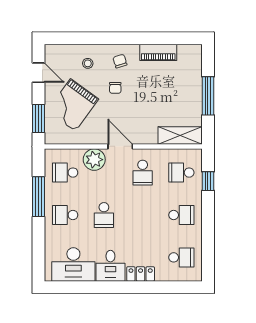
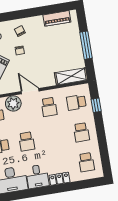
piano: (158, 52) -> (57, 18), moved
school desk: (181, 215) -> (81, 132), turned 90
school desk: (181, 257) -> (86, 162), turned 90

